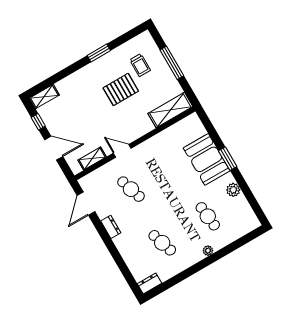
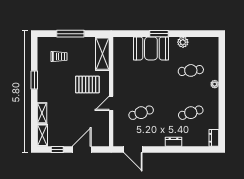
pallet: (121, 89) -> (87, 84), moved, turned 90
shelving: (92, 159) -> (42, 113), moved
dresser: (111, 227) -> (174, 142), moved

